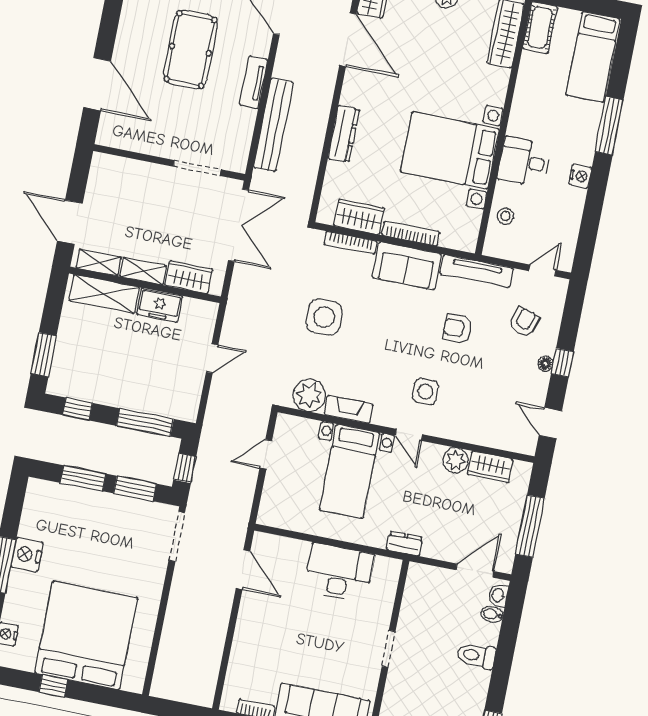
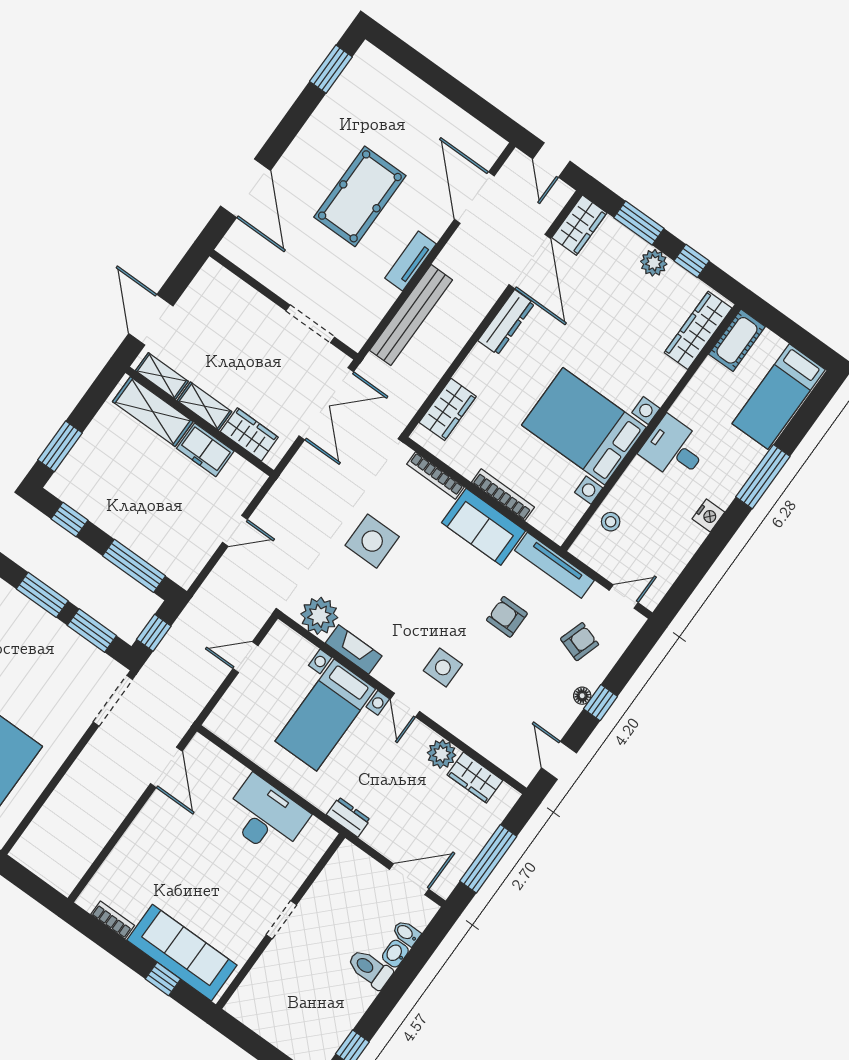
dresser: (344, 134) -> (506, 322), moved
desk: (524, 162) -> (674, 449), moved
wardrobe: (359, 217) -> (448, 409), moved, turned 90
washbasin: (498, 595) -> (395, 954), moved

